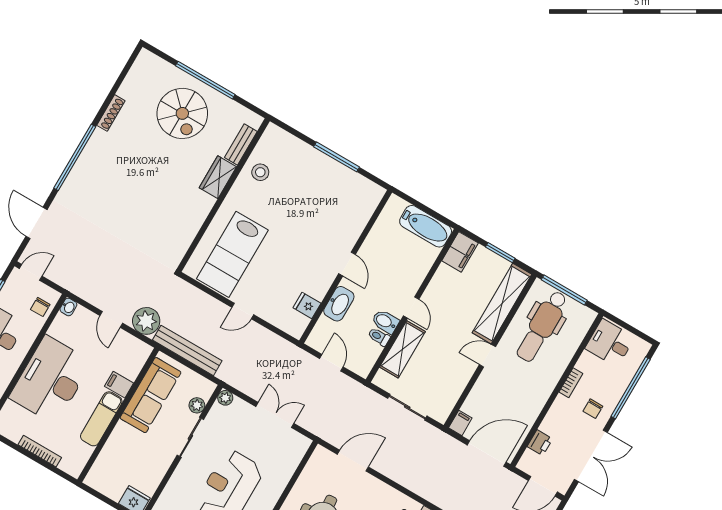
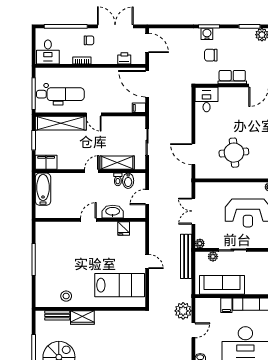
bidet: (385, 322) -> (128, 181), moved
bench: (187, 350) -> (186, 256), moved

